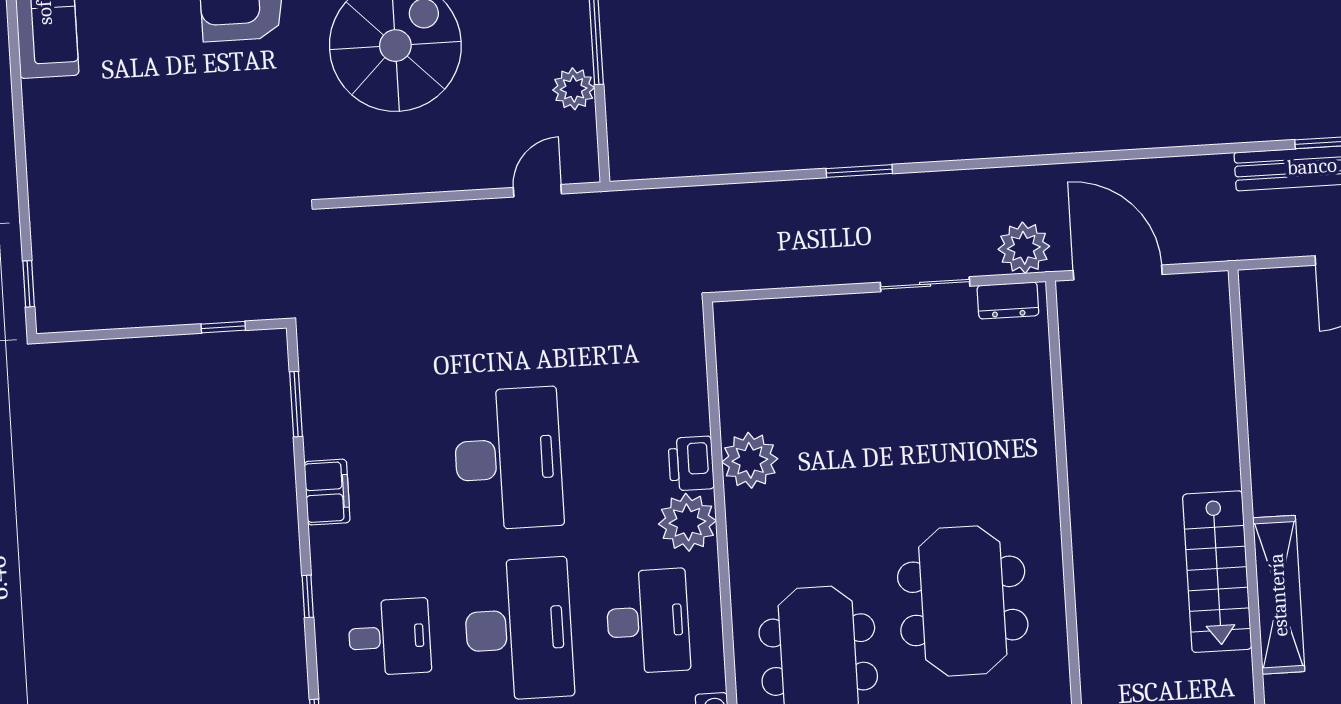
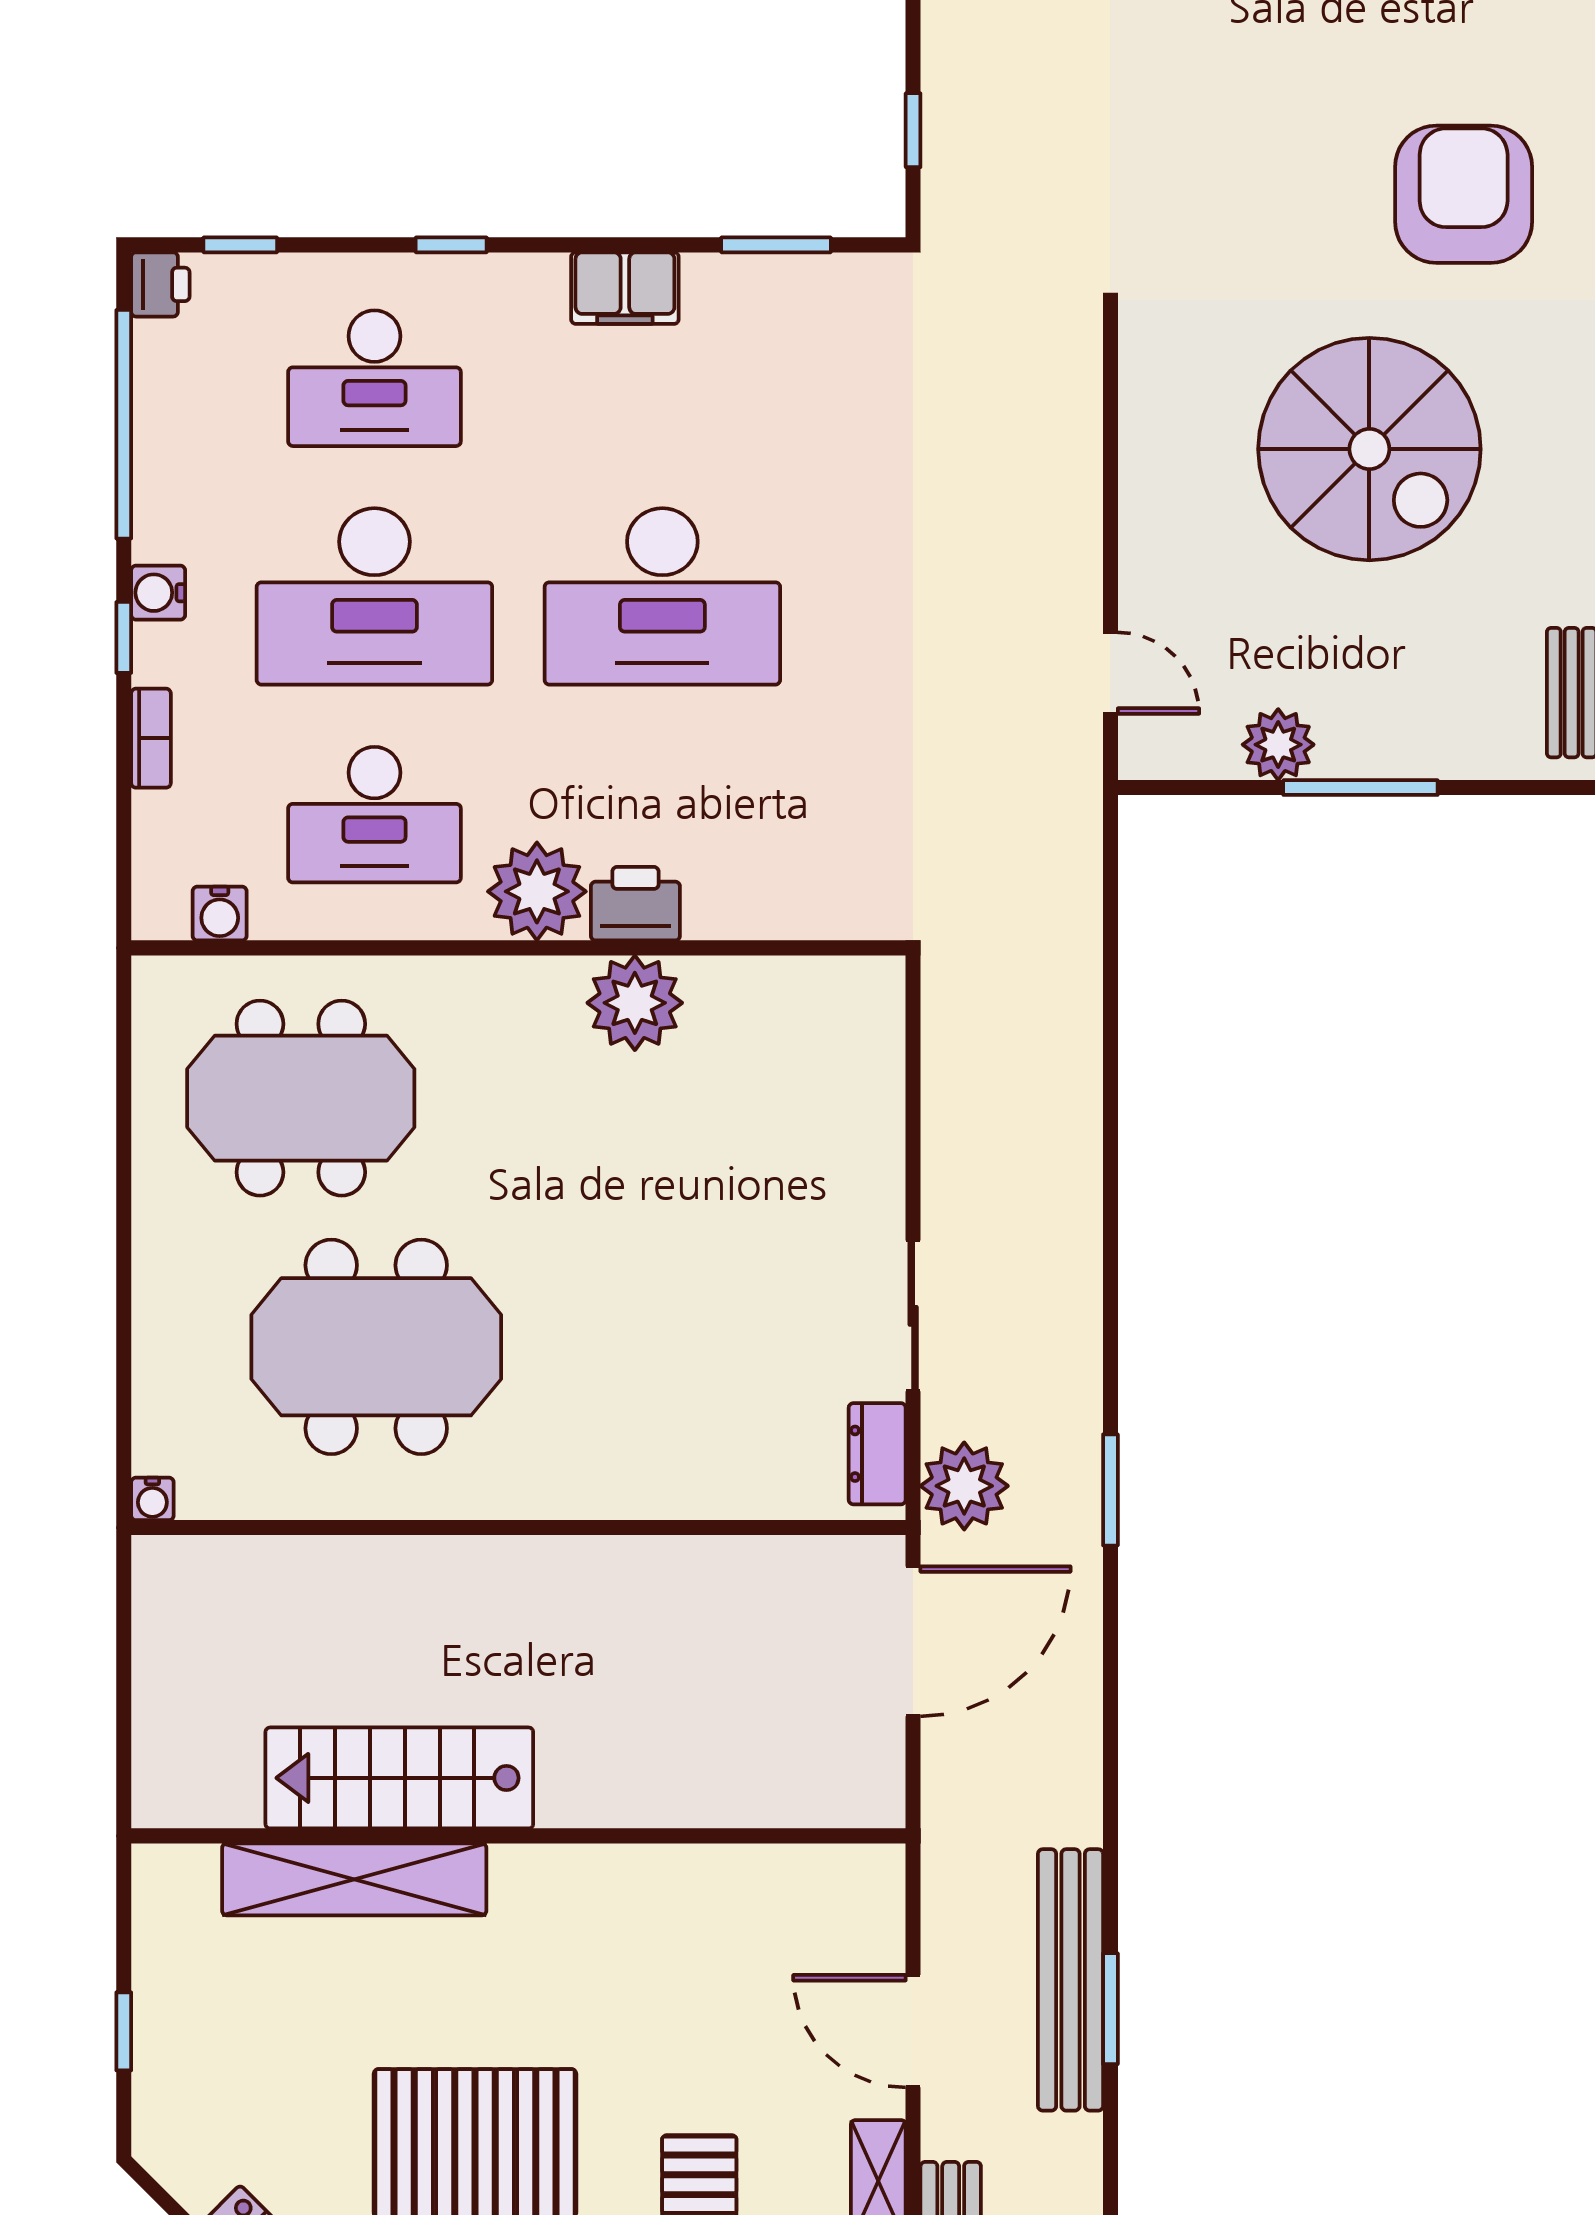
window: (859, 171) -> (1110, 1490), moved
desk: (389, 637) -> (374, 378), width x1.37

